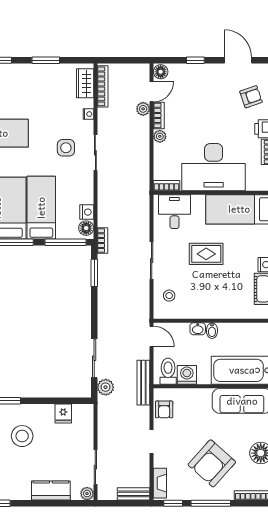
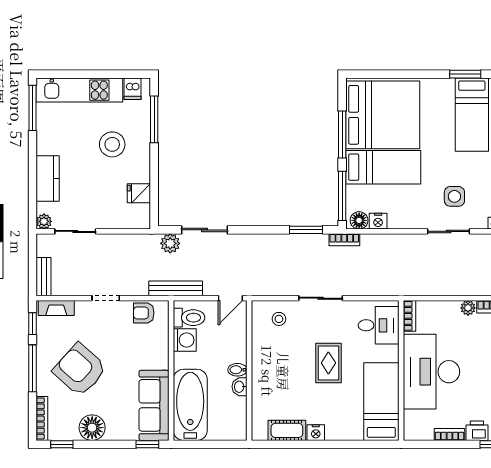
washbasin: (198, 329) -> (240, 387), moved

